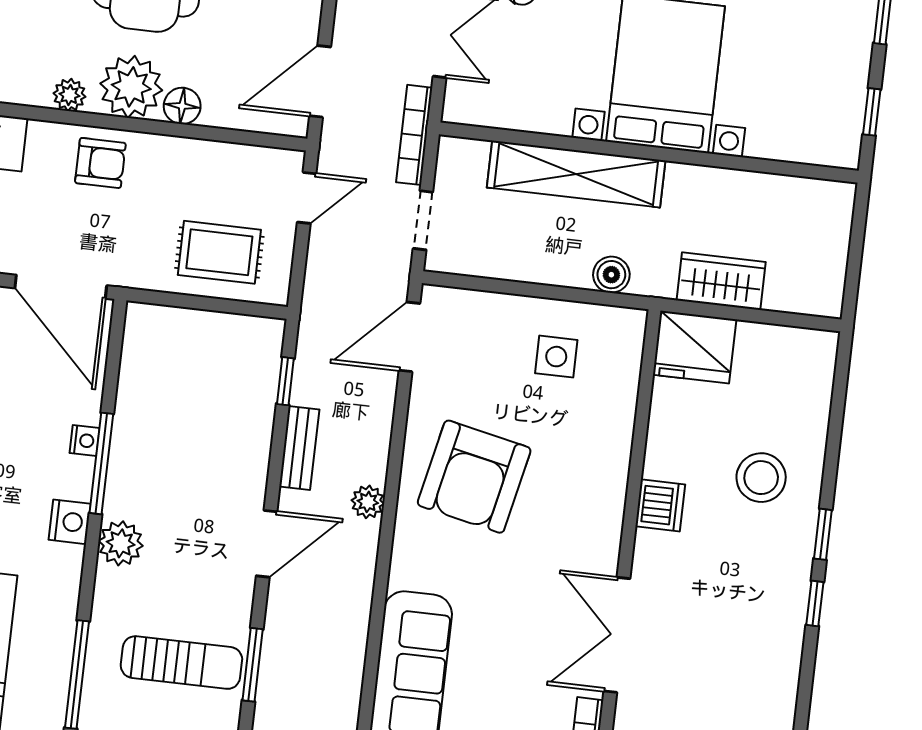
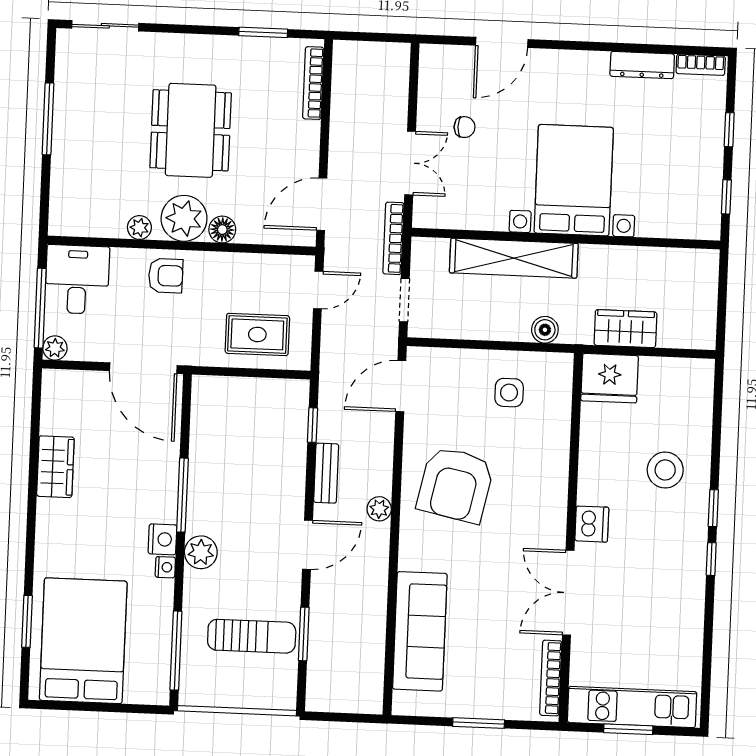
nightstand: (85, 441) -> (165, 567), moved
dishwasher: (660, 505) -> (592, 524), moved

